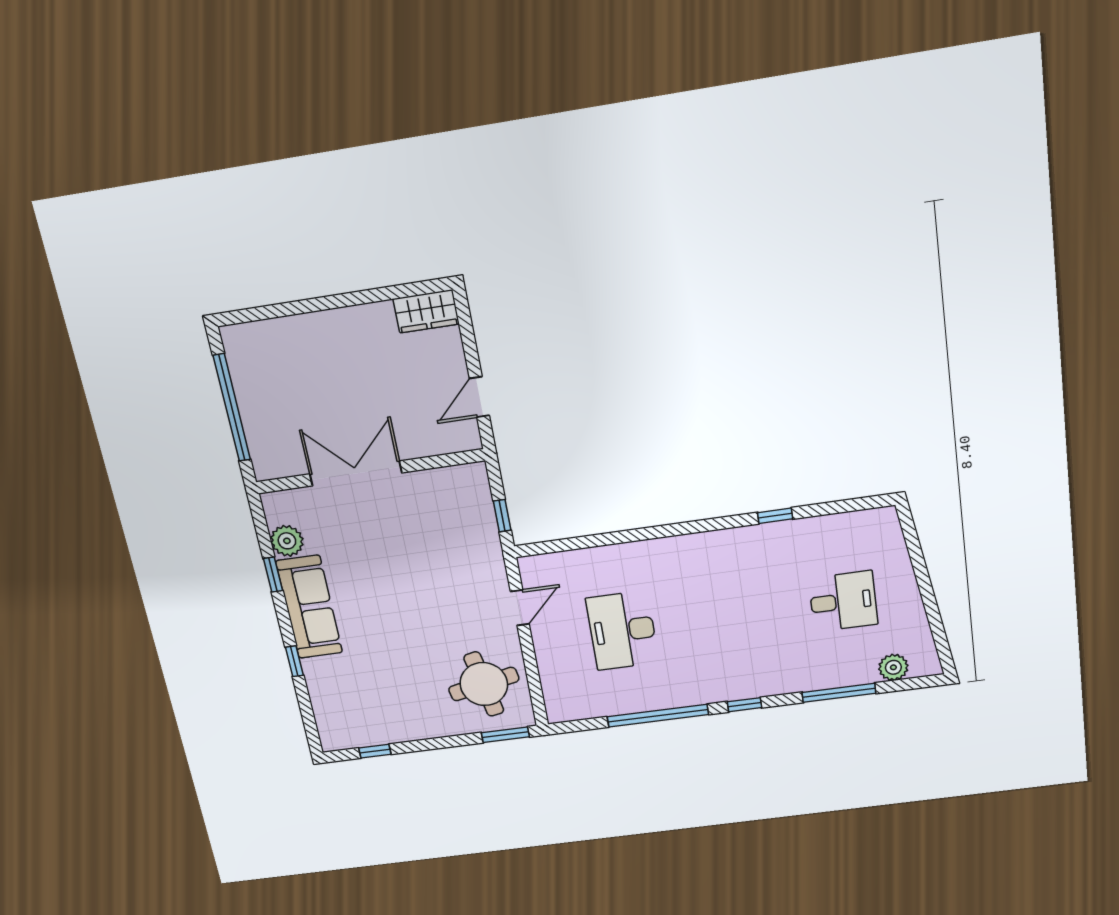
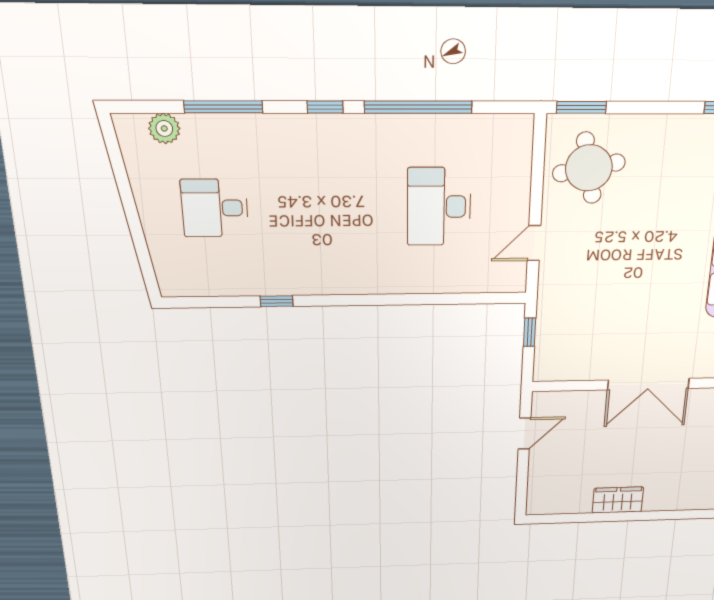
wardrobe: (426, 311) -> (618, 500), moved
desk: (622, 630) -> (439, 207), turned 180

